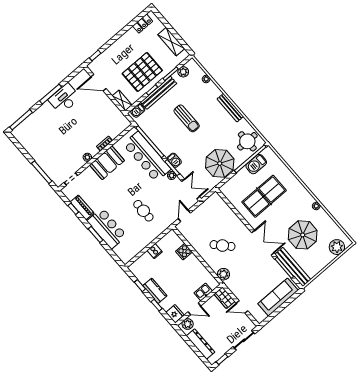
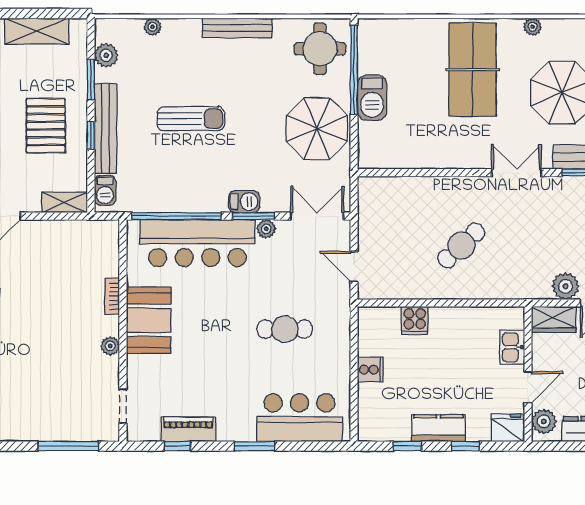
pallet: (142, 72) -> (46, 126), width x0.73, depth x0.71
barbecue: (256, 164) -> (372, 98), moved
table tennis table: (264, 196) -> (472, 70), moved
bar counter: (107, 228) -> (300, 418), moved
double door: (263, 243) -> (516, 173), width x0.73
plant: (223, 274) -> (566, 286), moved

